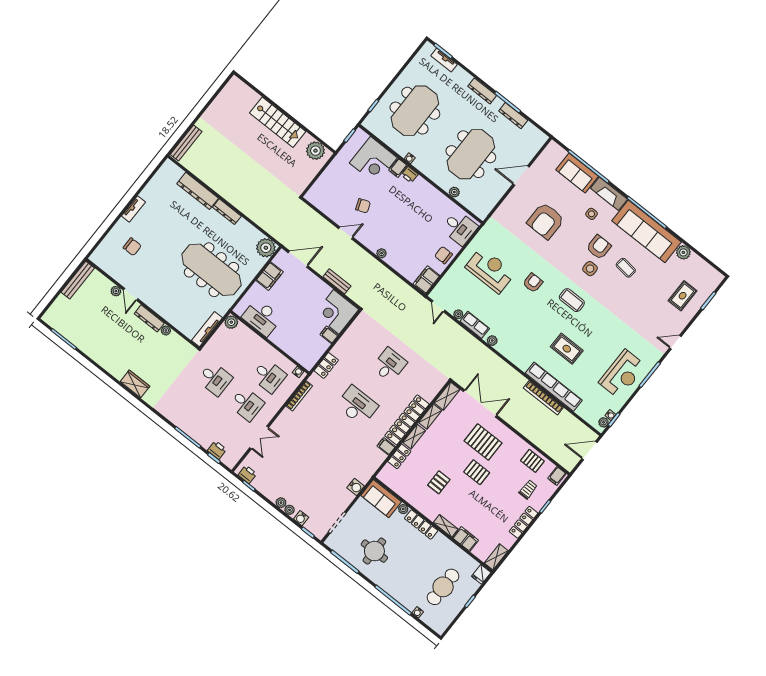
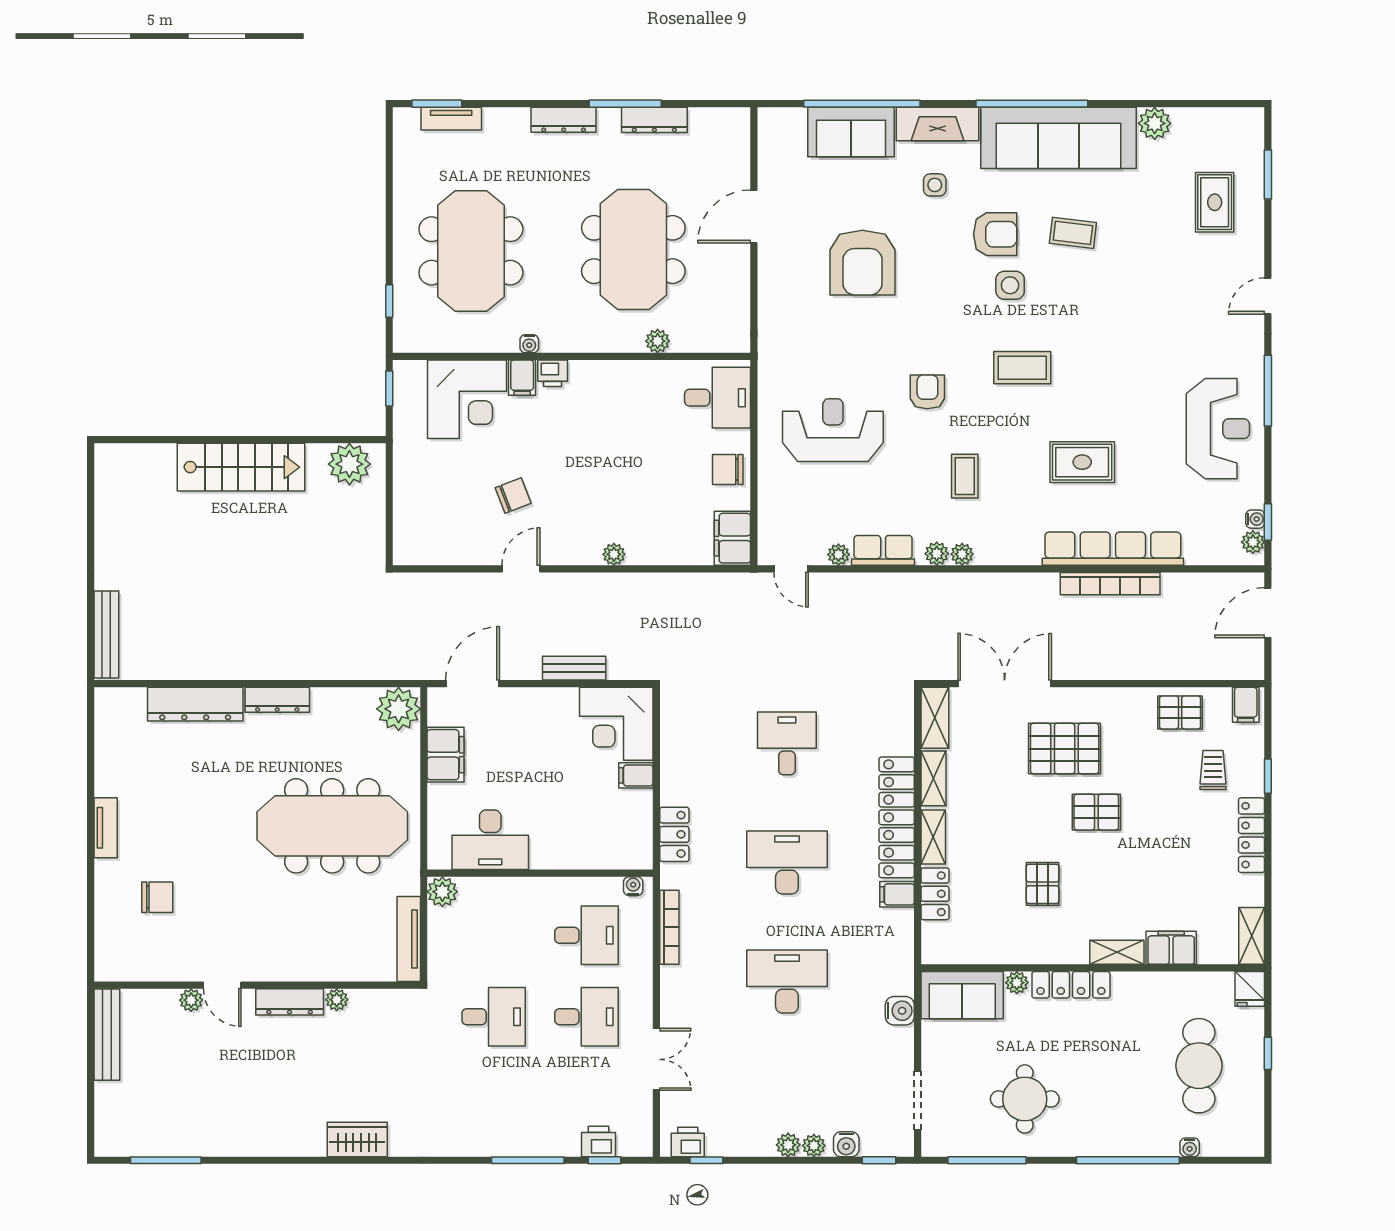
armchair: (599, 247) -> (995, 234), turned 90
coffee table: (523, 322) -> (965, 476), added
plant: (501, 348) -> (962, 554), added
desk: (325, 446) -> (787, 982), added

